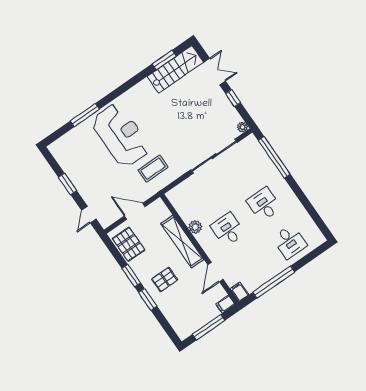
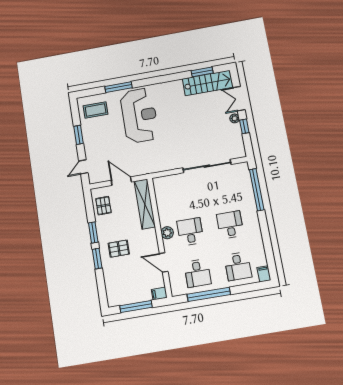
double door: (215, 72) -> (239, 99), swing flipped
plant: (242, 127) -> (235, 118), moved
coffee table: (153, 169) -> (96, 110), moved
plant: (195, 227) -> (167, 233), moved
shelving: (182, 242) -> (145, 204), moved
pallet: (129, 244) -> (103, 206), width x0.67, depth x0.71
desk: (253, 267) -> (198, 273), added
door: (216, 272) -> (164, 262), hinge flipped
filing cabinet: (239, 292) -> (264, 274), moved

